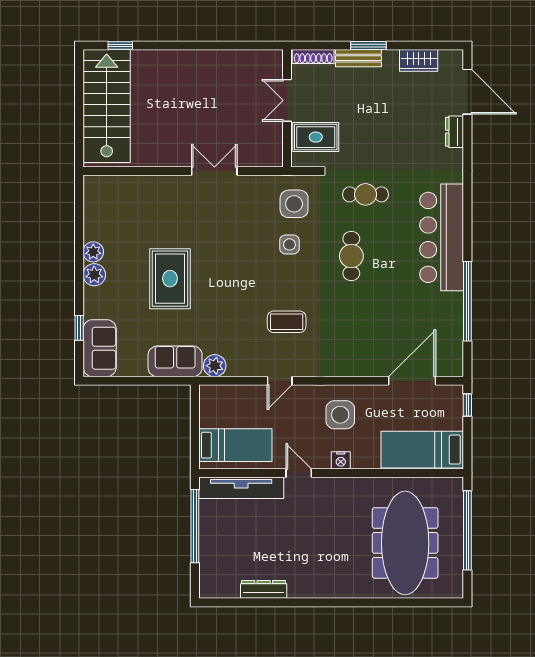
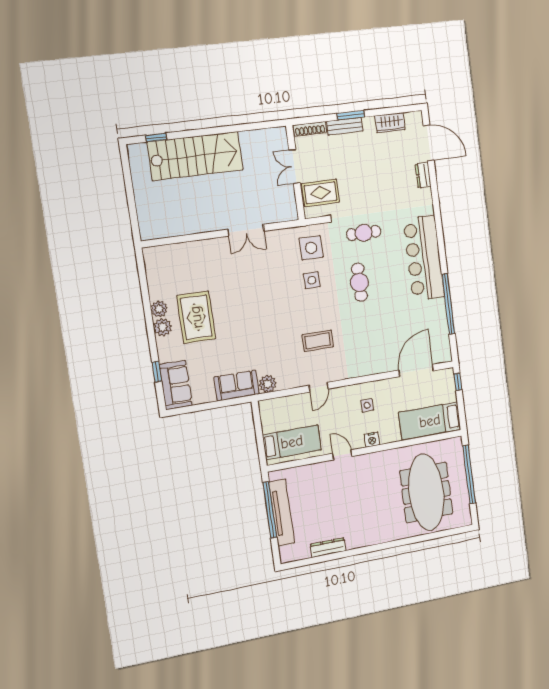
stairs: (107, 106) -> (195, 156), moved, turned 90
double door: (214, 171) -> (246, 230), swing flipped
rug: (170, 279) -> (196, 317), moved
side table: (340, 415) -> (367, 405), width x0.54, depth x0.54
tv unit: (241, 488) -> (282, 513), moved, turned -90

